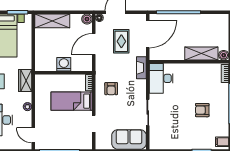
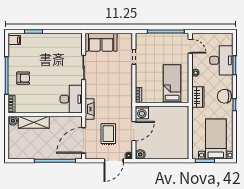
shelving: (52, 21) -> (173, 153), removed
washing machine: (64, 64) -> (142, 112), moved
armchair: (111, 89) -> (118, 90), removed
bed: (72, 101) -> (172, 84), moved, turned -90
armchair: (202, 110) -> (23, 78), moved

